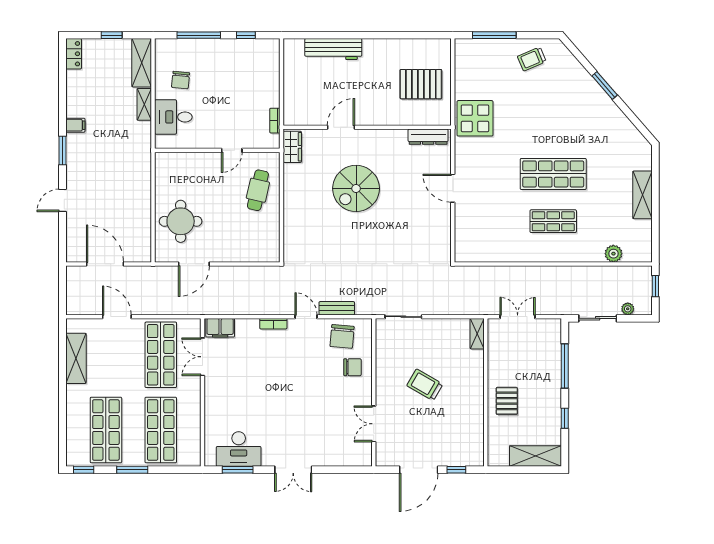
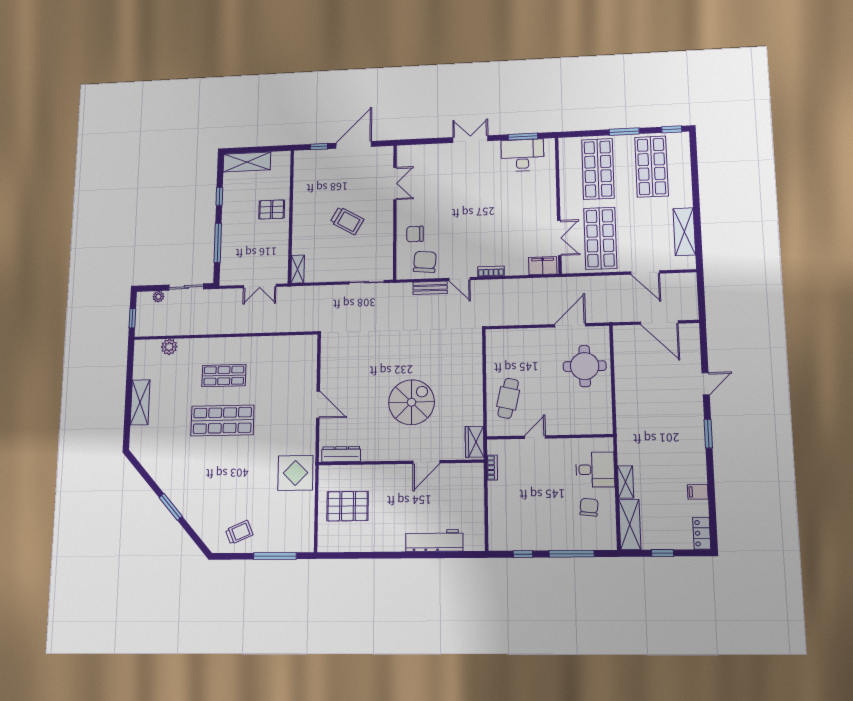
filing cabinet: (75, 125) -> (698, 492), moved
pallet: (507, 401) -> (272, 209), turned 90

